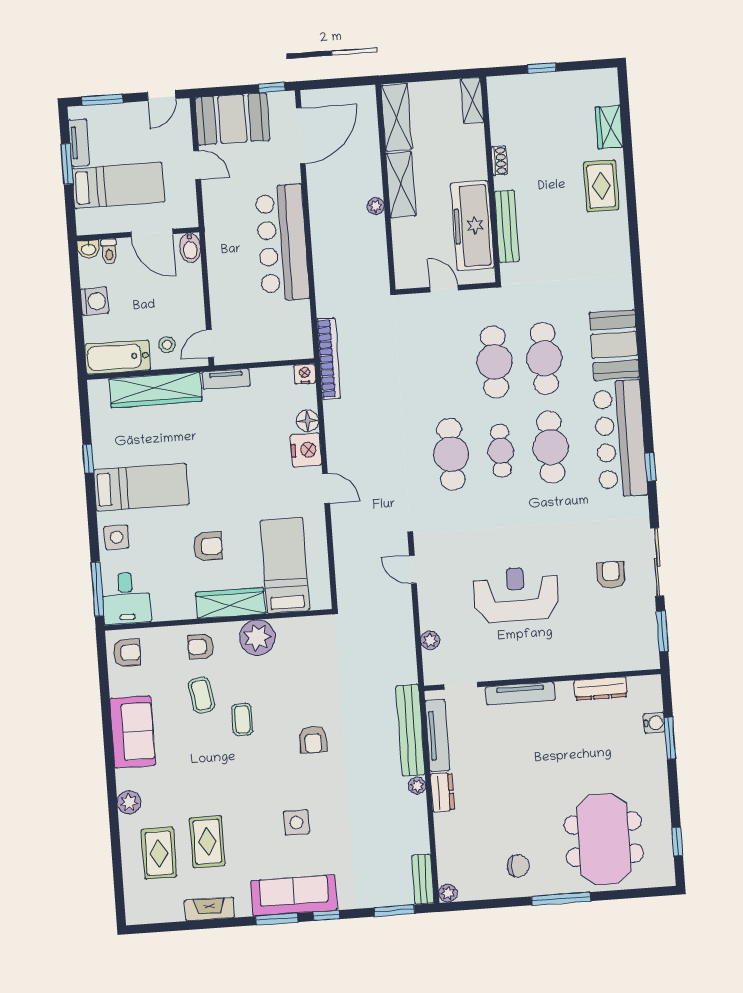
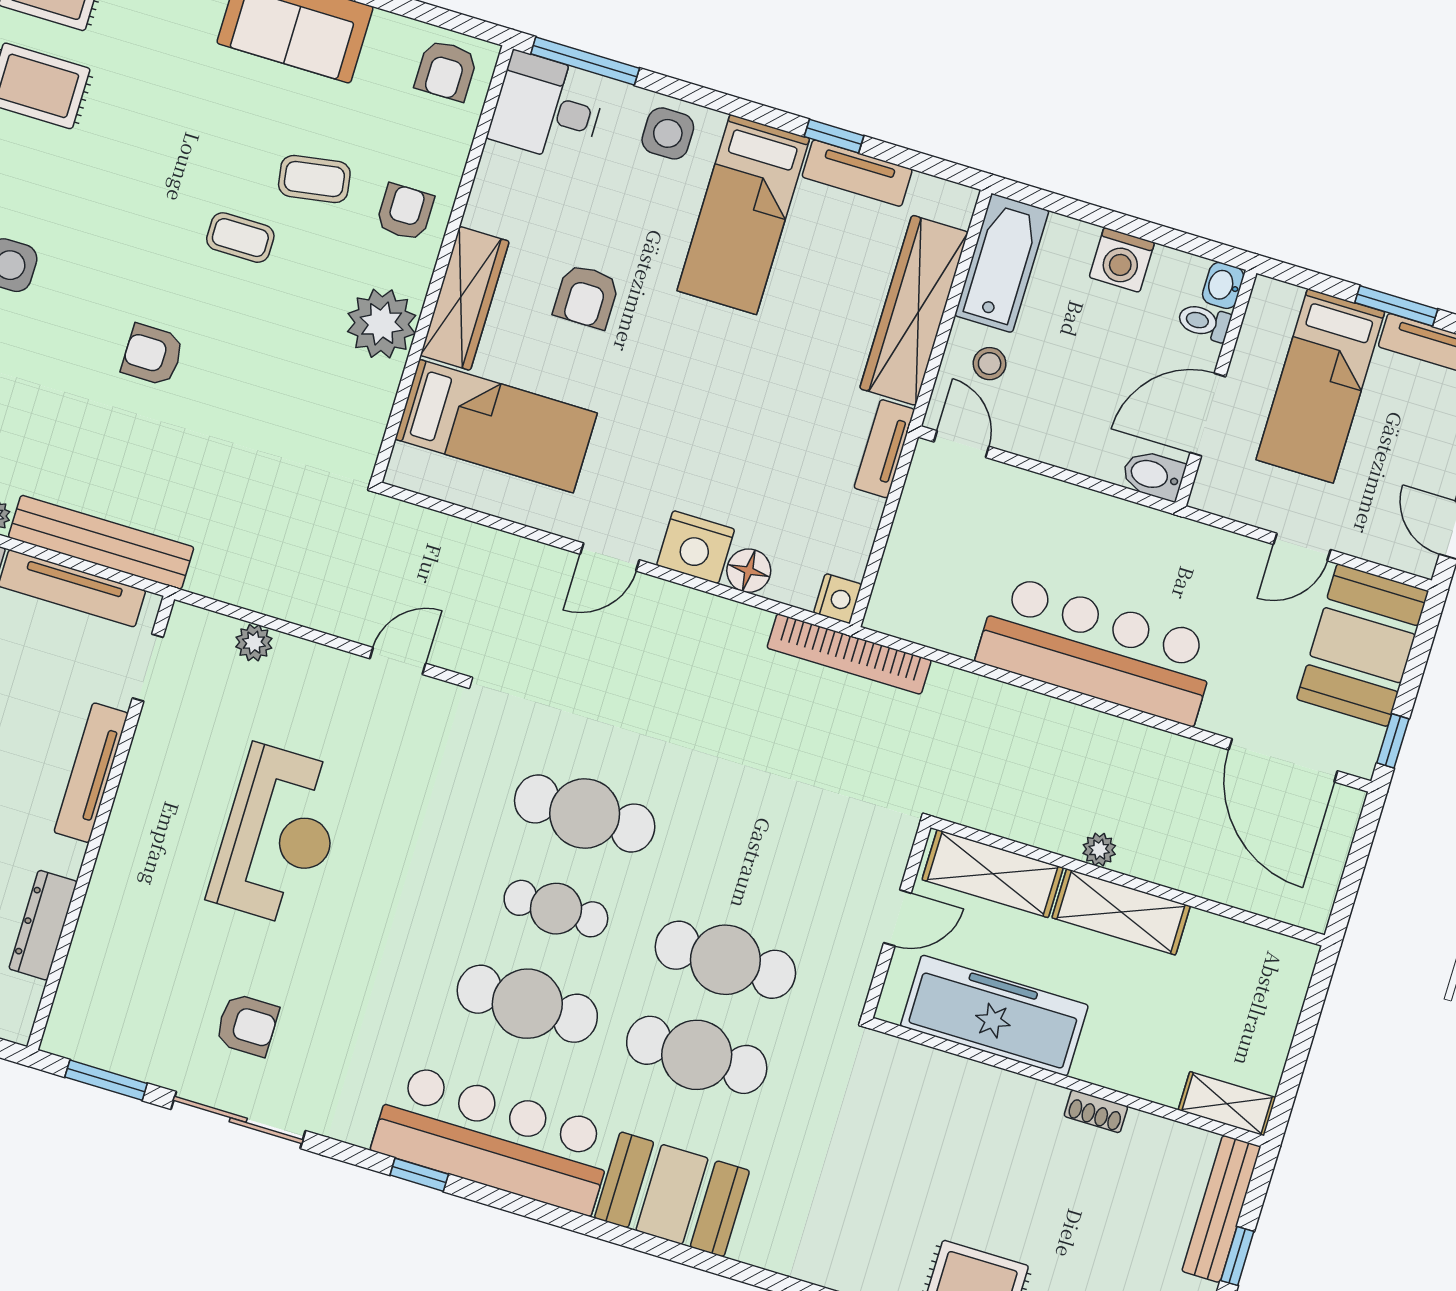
shelving: (396, 117) -> (993, 874), moved
bench: (507, 226) -> (1221, 1209), moved, turned 90
tv unit: (101, 441) -> (857, 173), added

